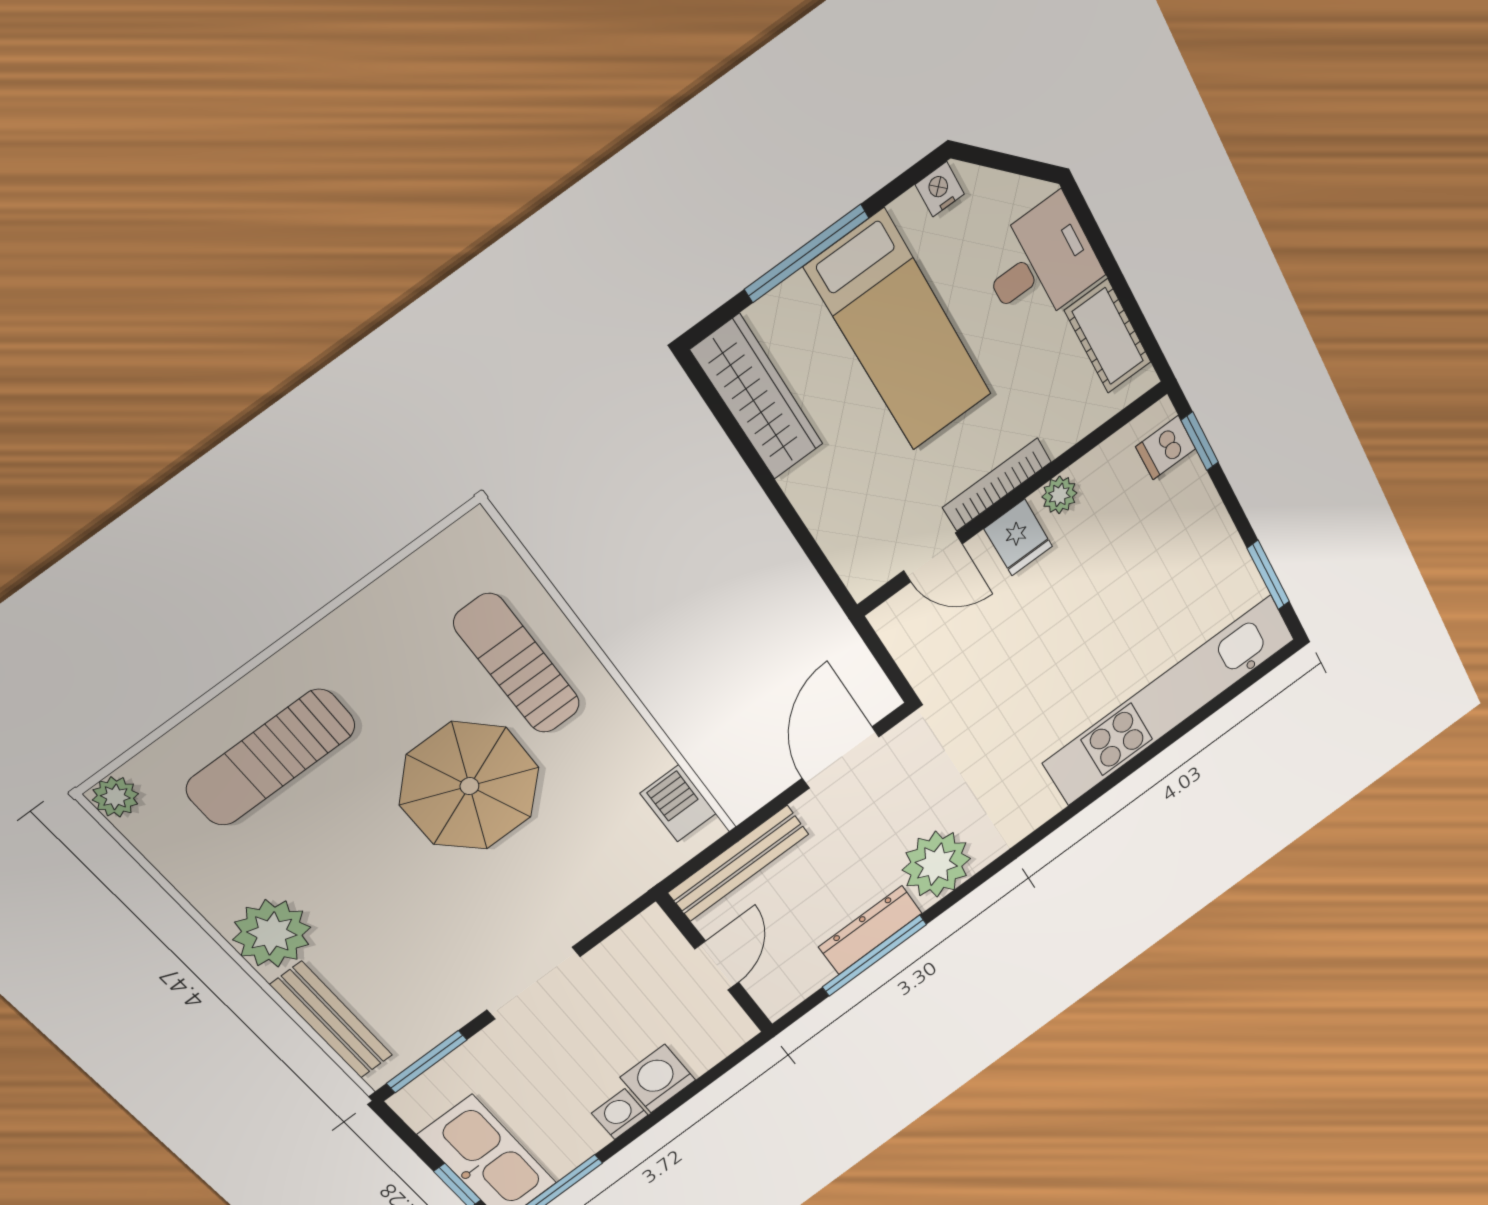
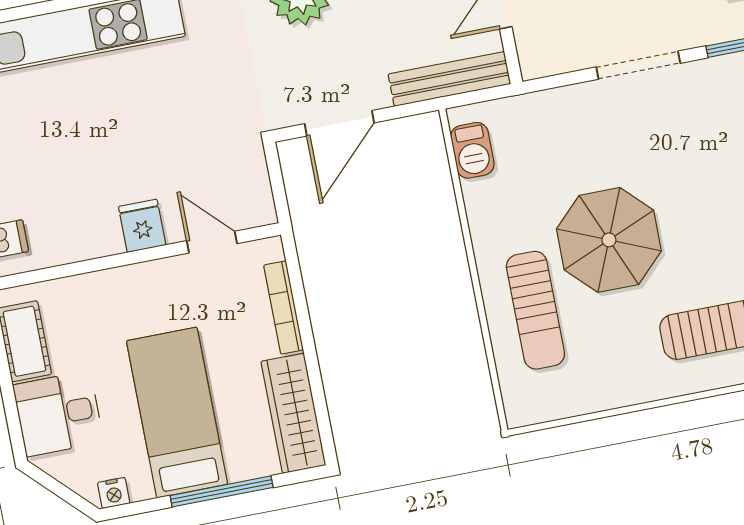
bookcase: (997, 485) -> (283, 307), moved, turned 90
plant: (1059, 495) -> (100, 243), removed

